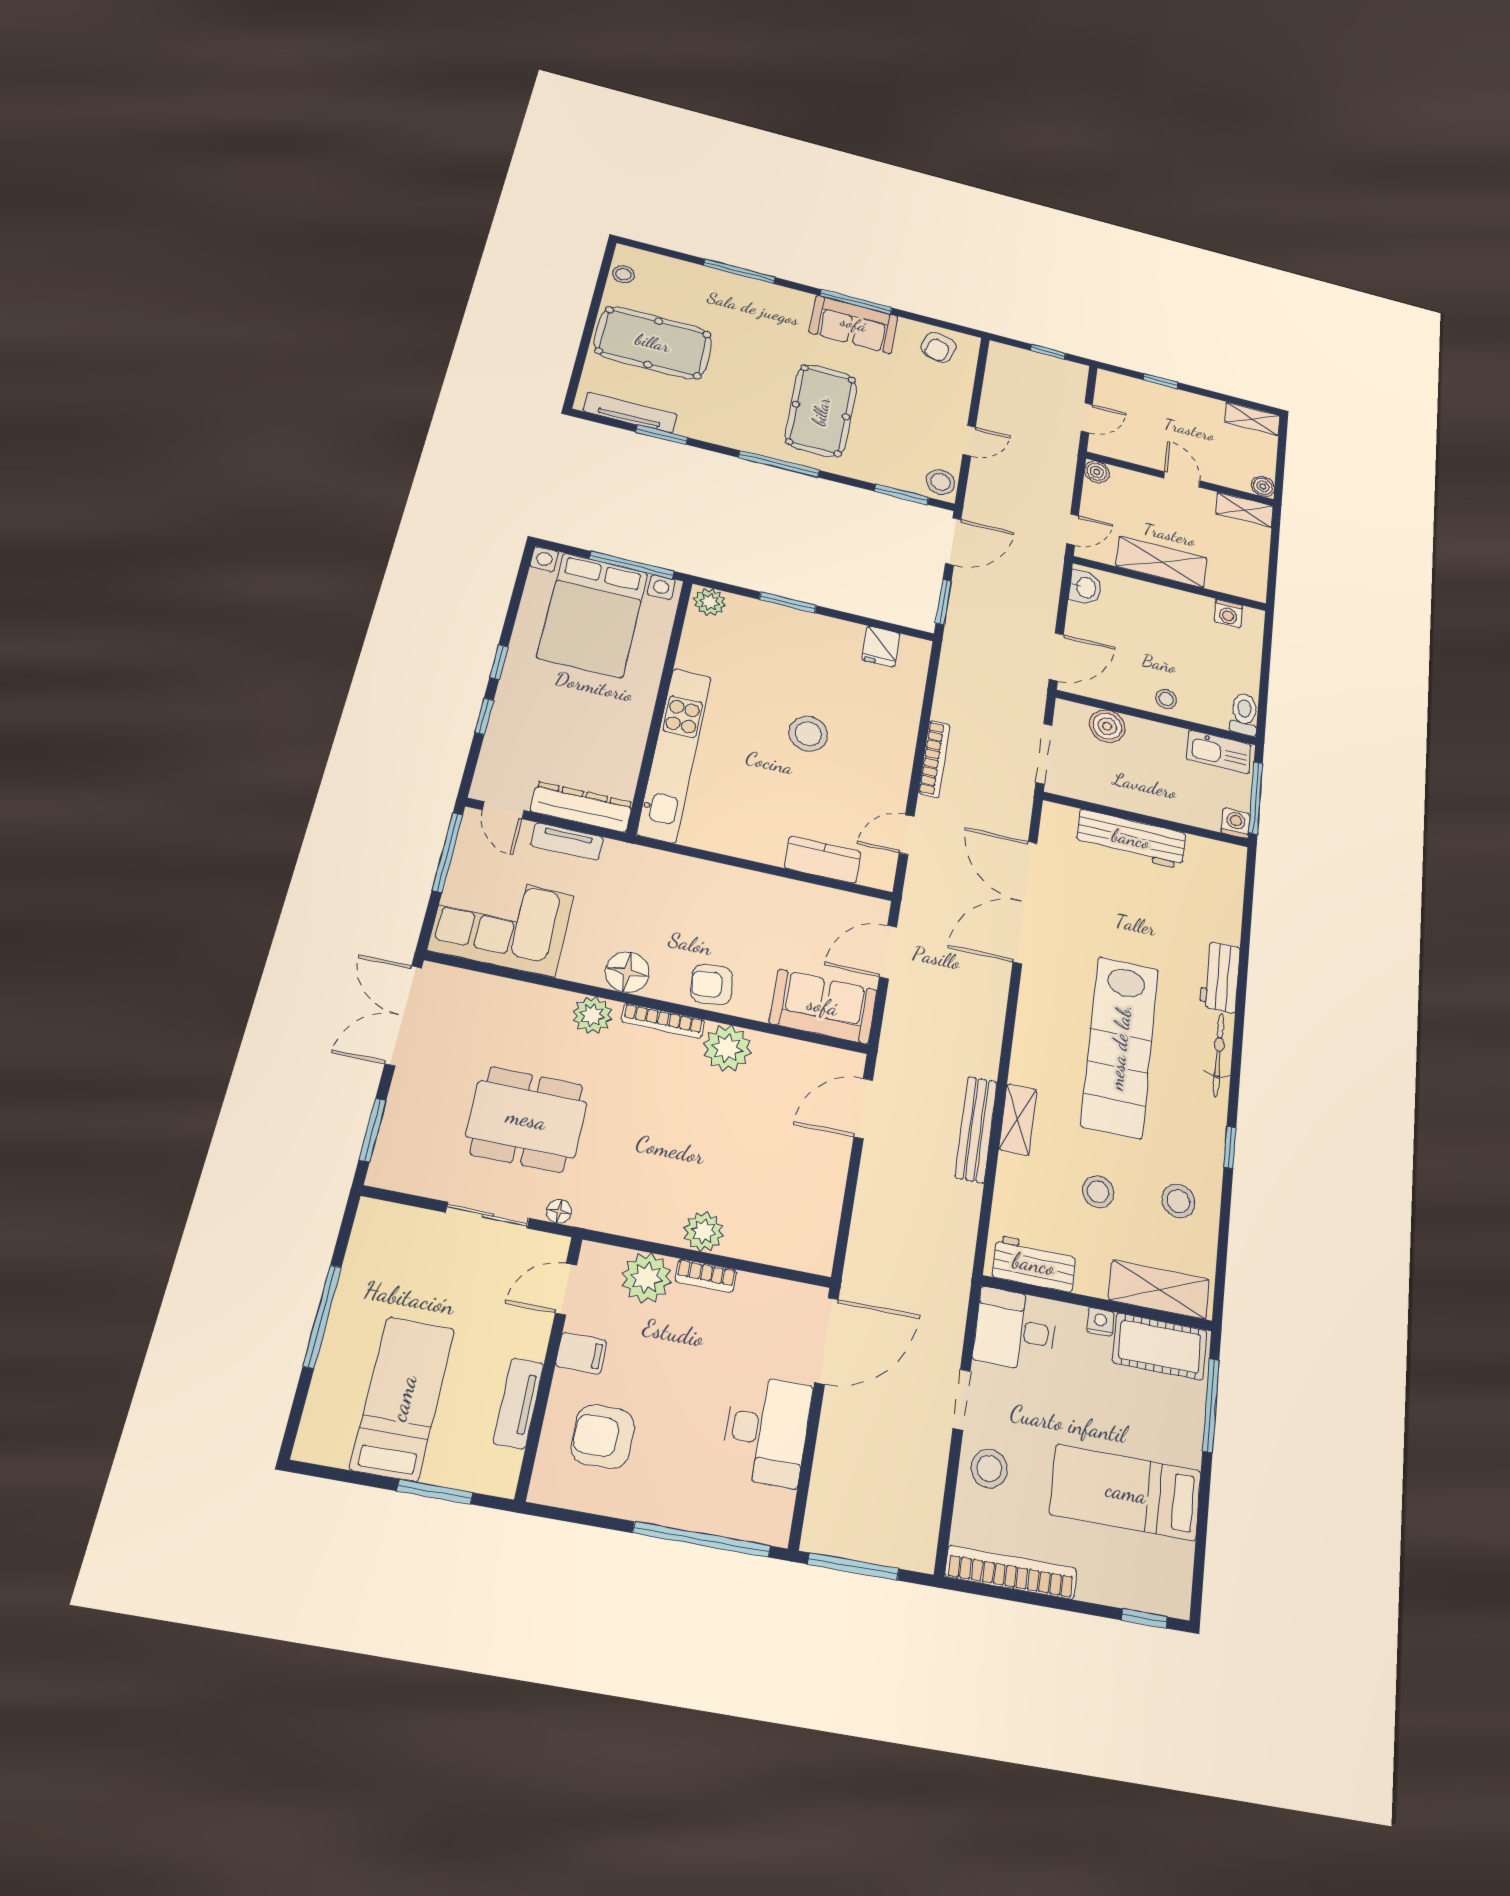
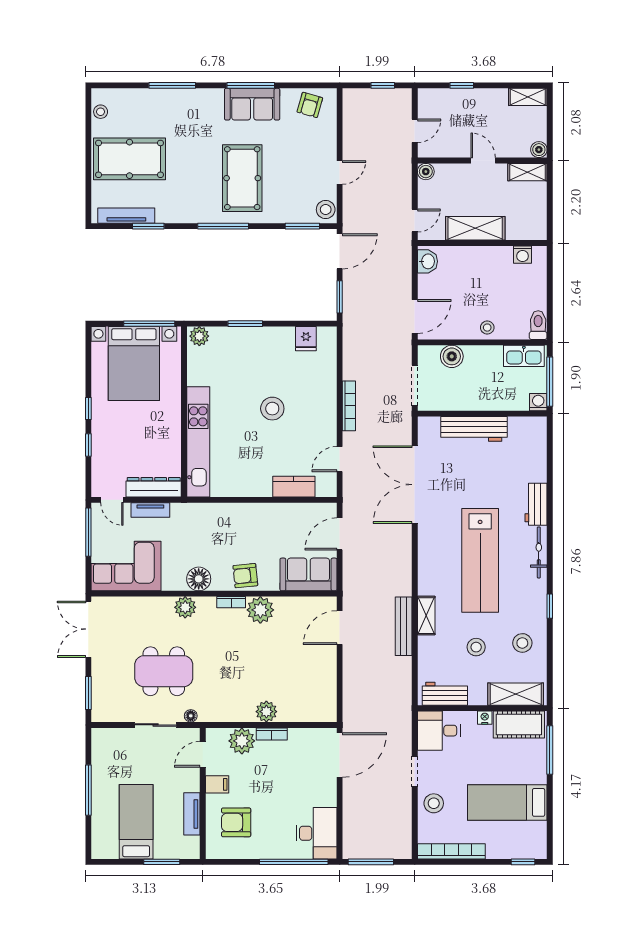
bookcase: (663, 1021) -> (231, 602), width x0.64
desk: (767, 1431) -> (317, 833), moved

